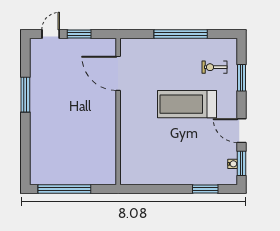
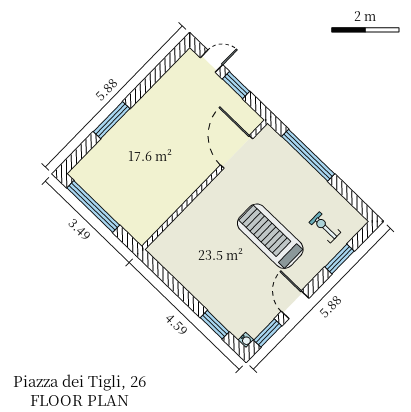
window: (181, 34) -> (308, 155), moved
window: (25, 95) -> (112, 120), moved
water cooler: (233, 164) -> (246, 340), moved

